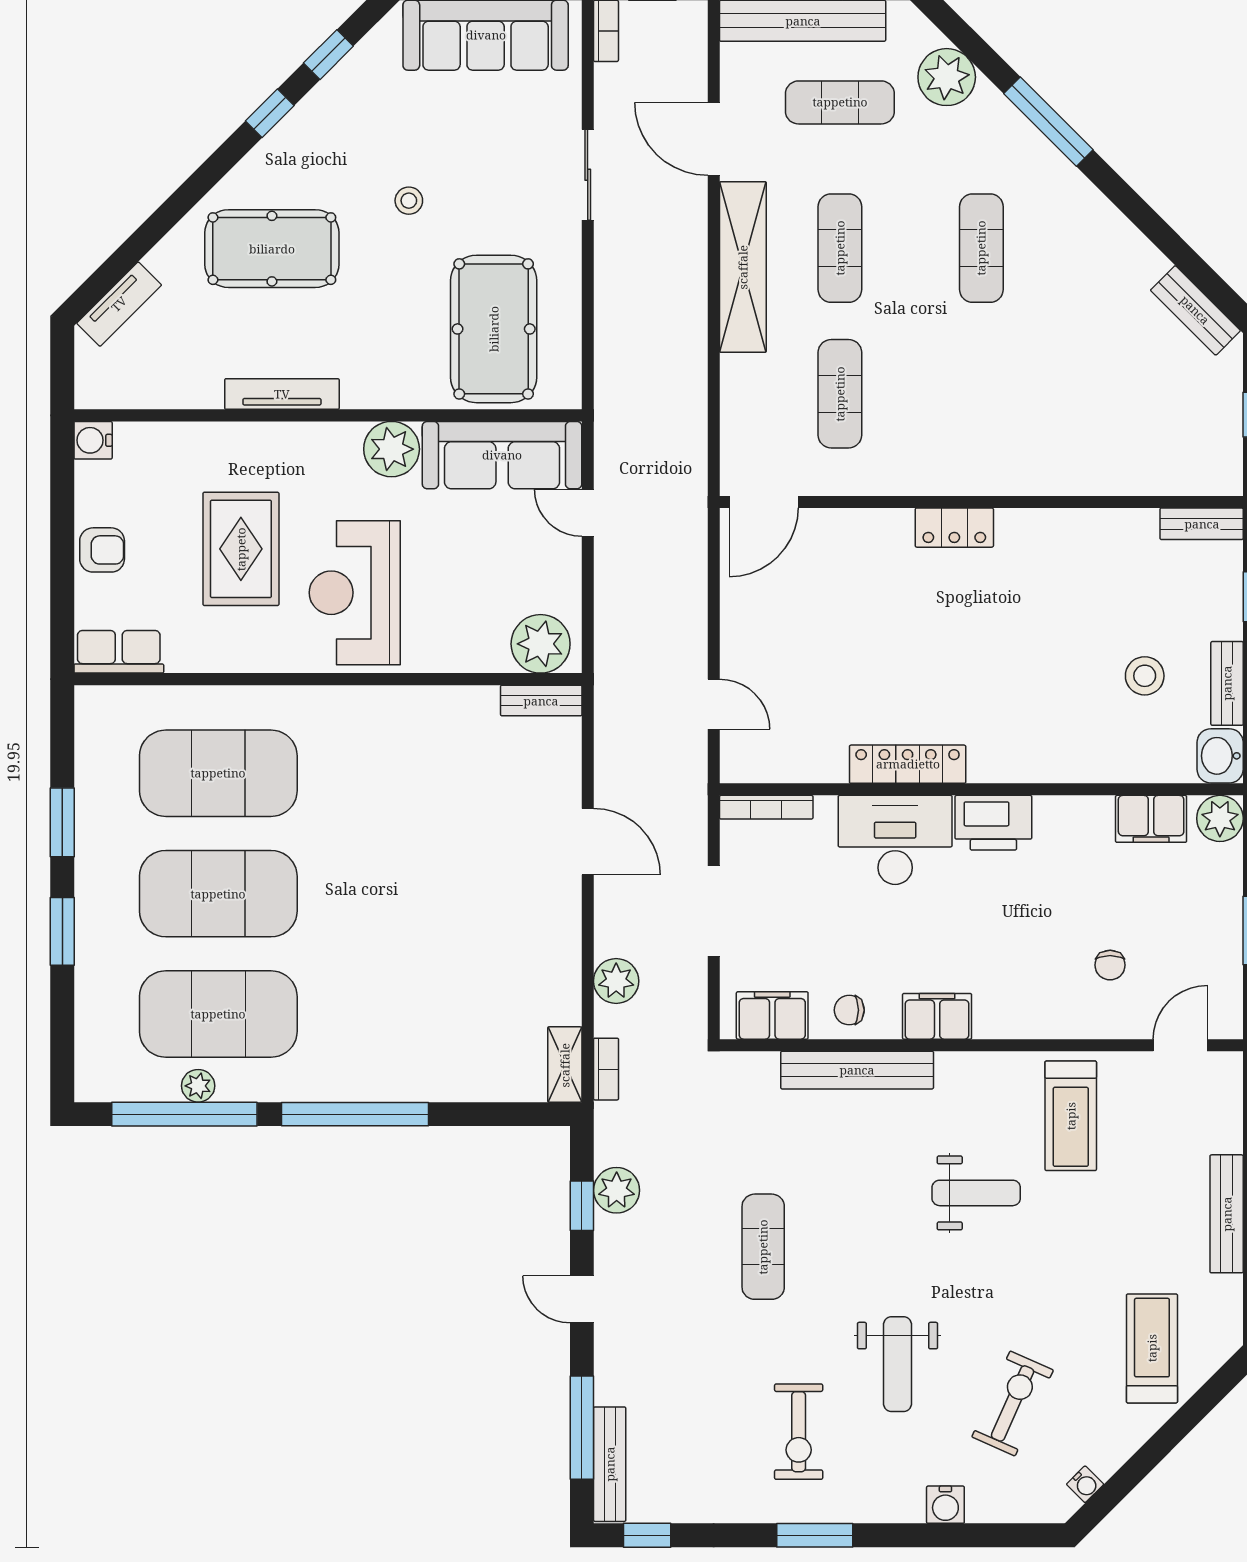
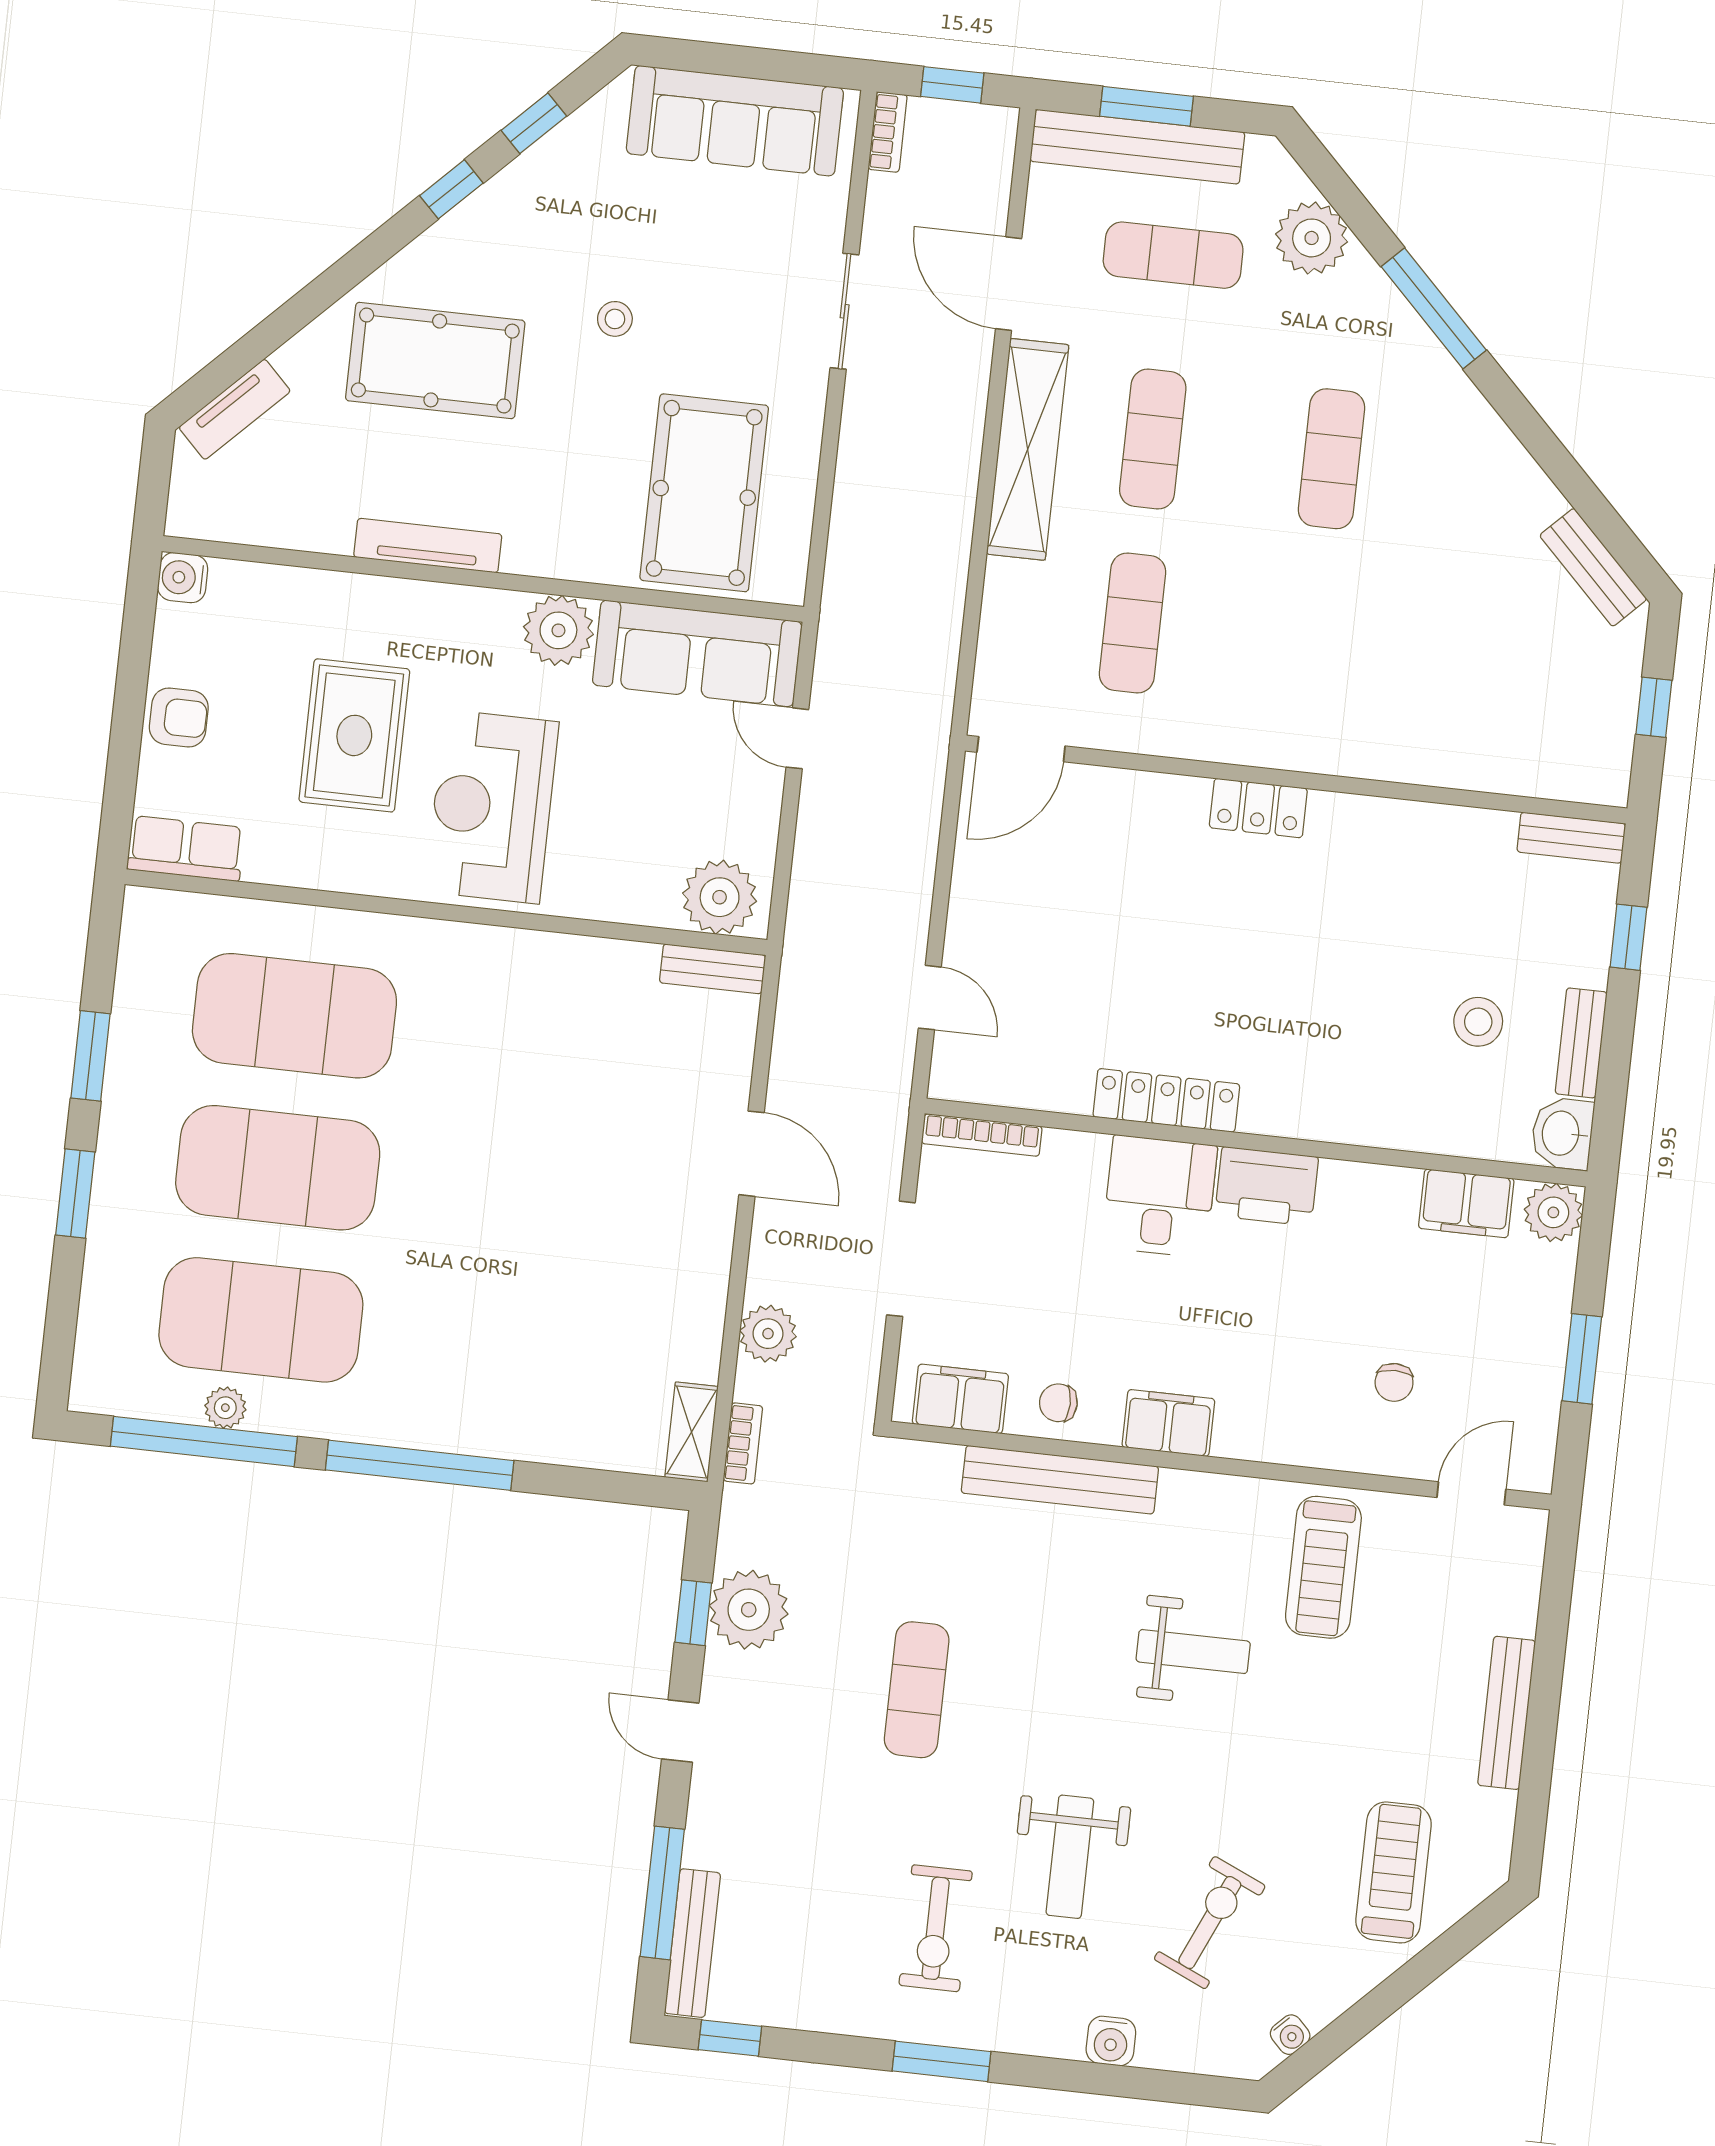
desk: (895, 840) -> (1160, 1196), width x0.73
plant: (617, 1190) -> (749, 1610), width x1.36, depth x1.36

